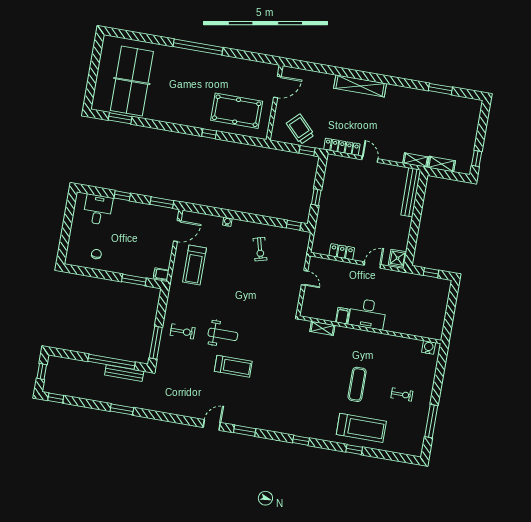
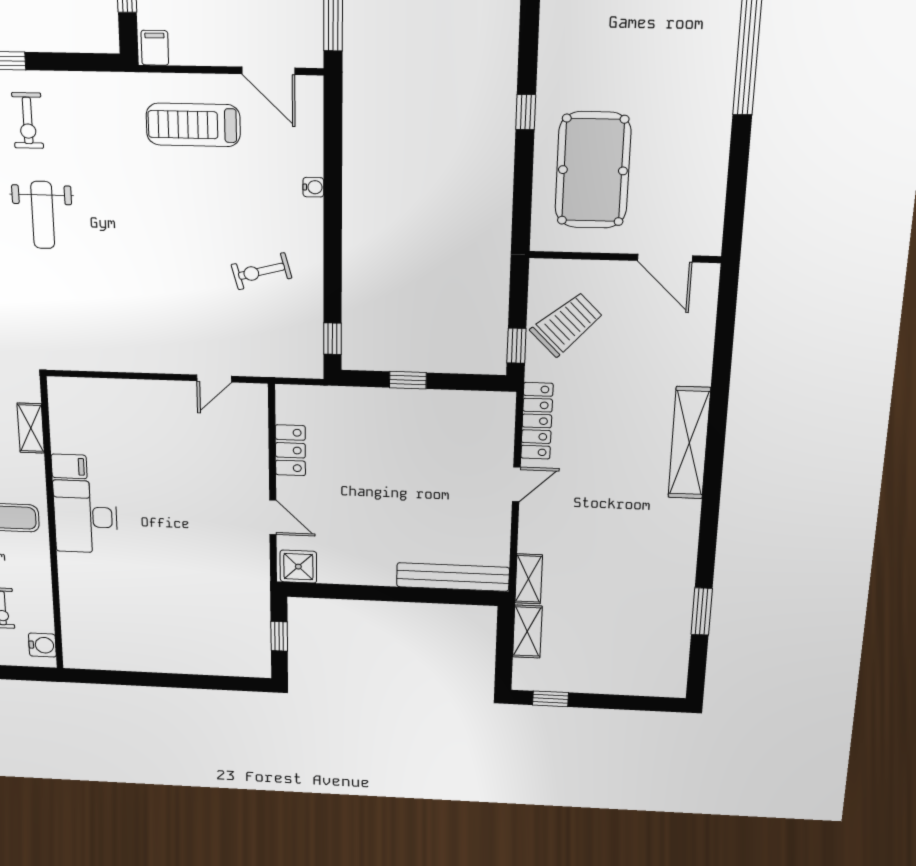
desk: (367, 314) -> (86, 517), moved
filing cabinet: (342, 316) -> (69, 466), moved
shelving: (322, 328) -> (31, 428), moved
wall: (370, 330) -> (52, 527), moved
water cooler: (429, 347) -> (42, 645), moved

